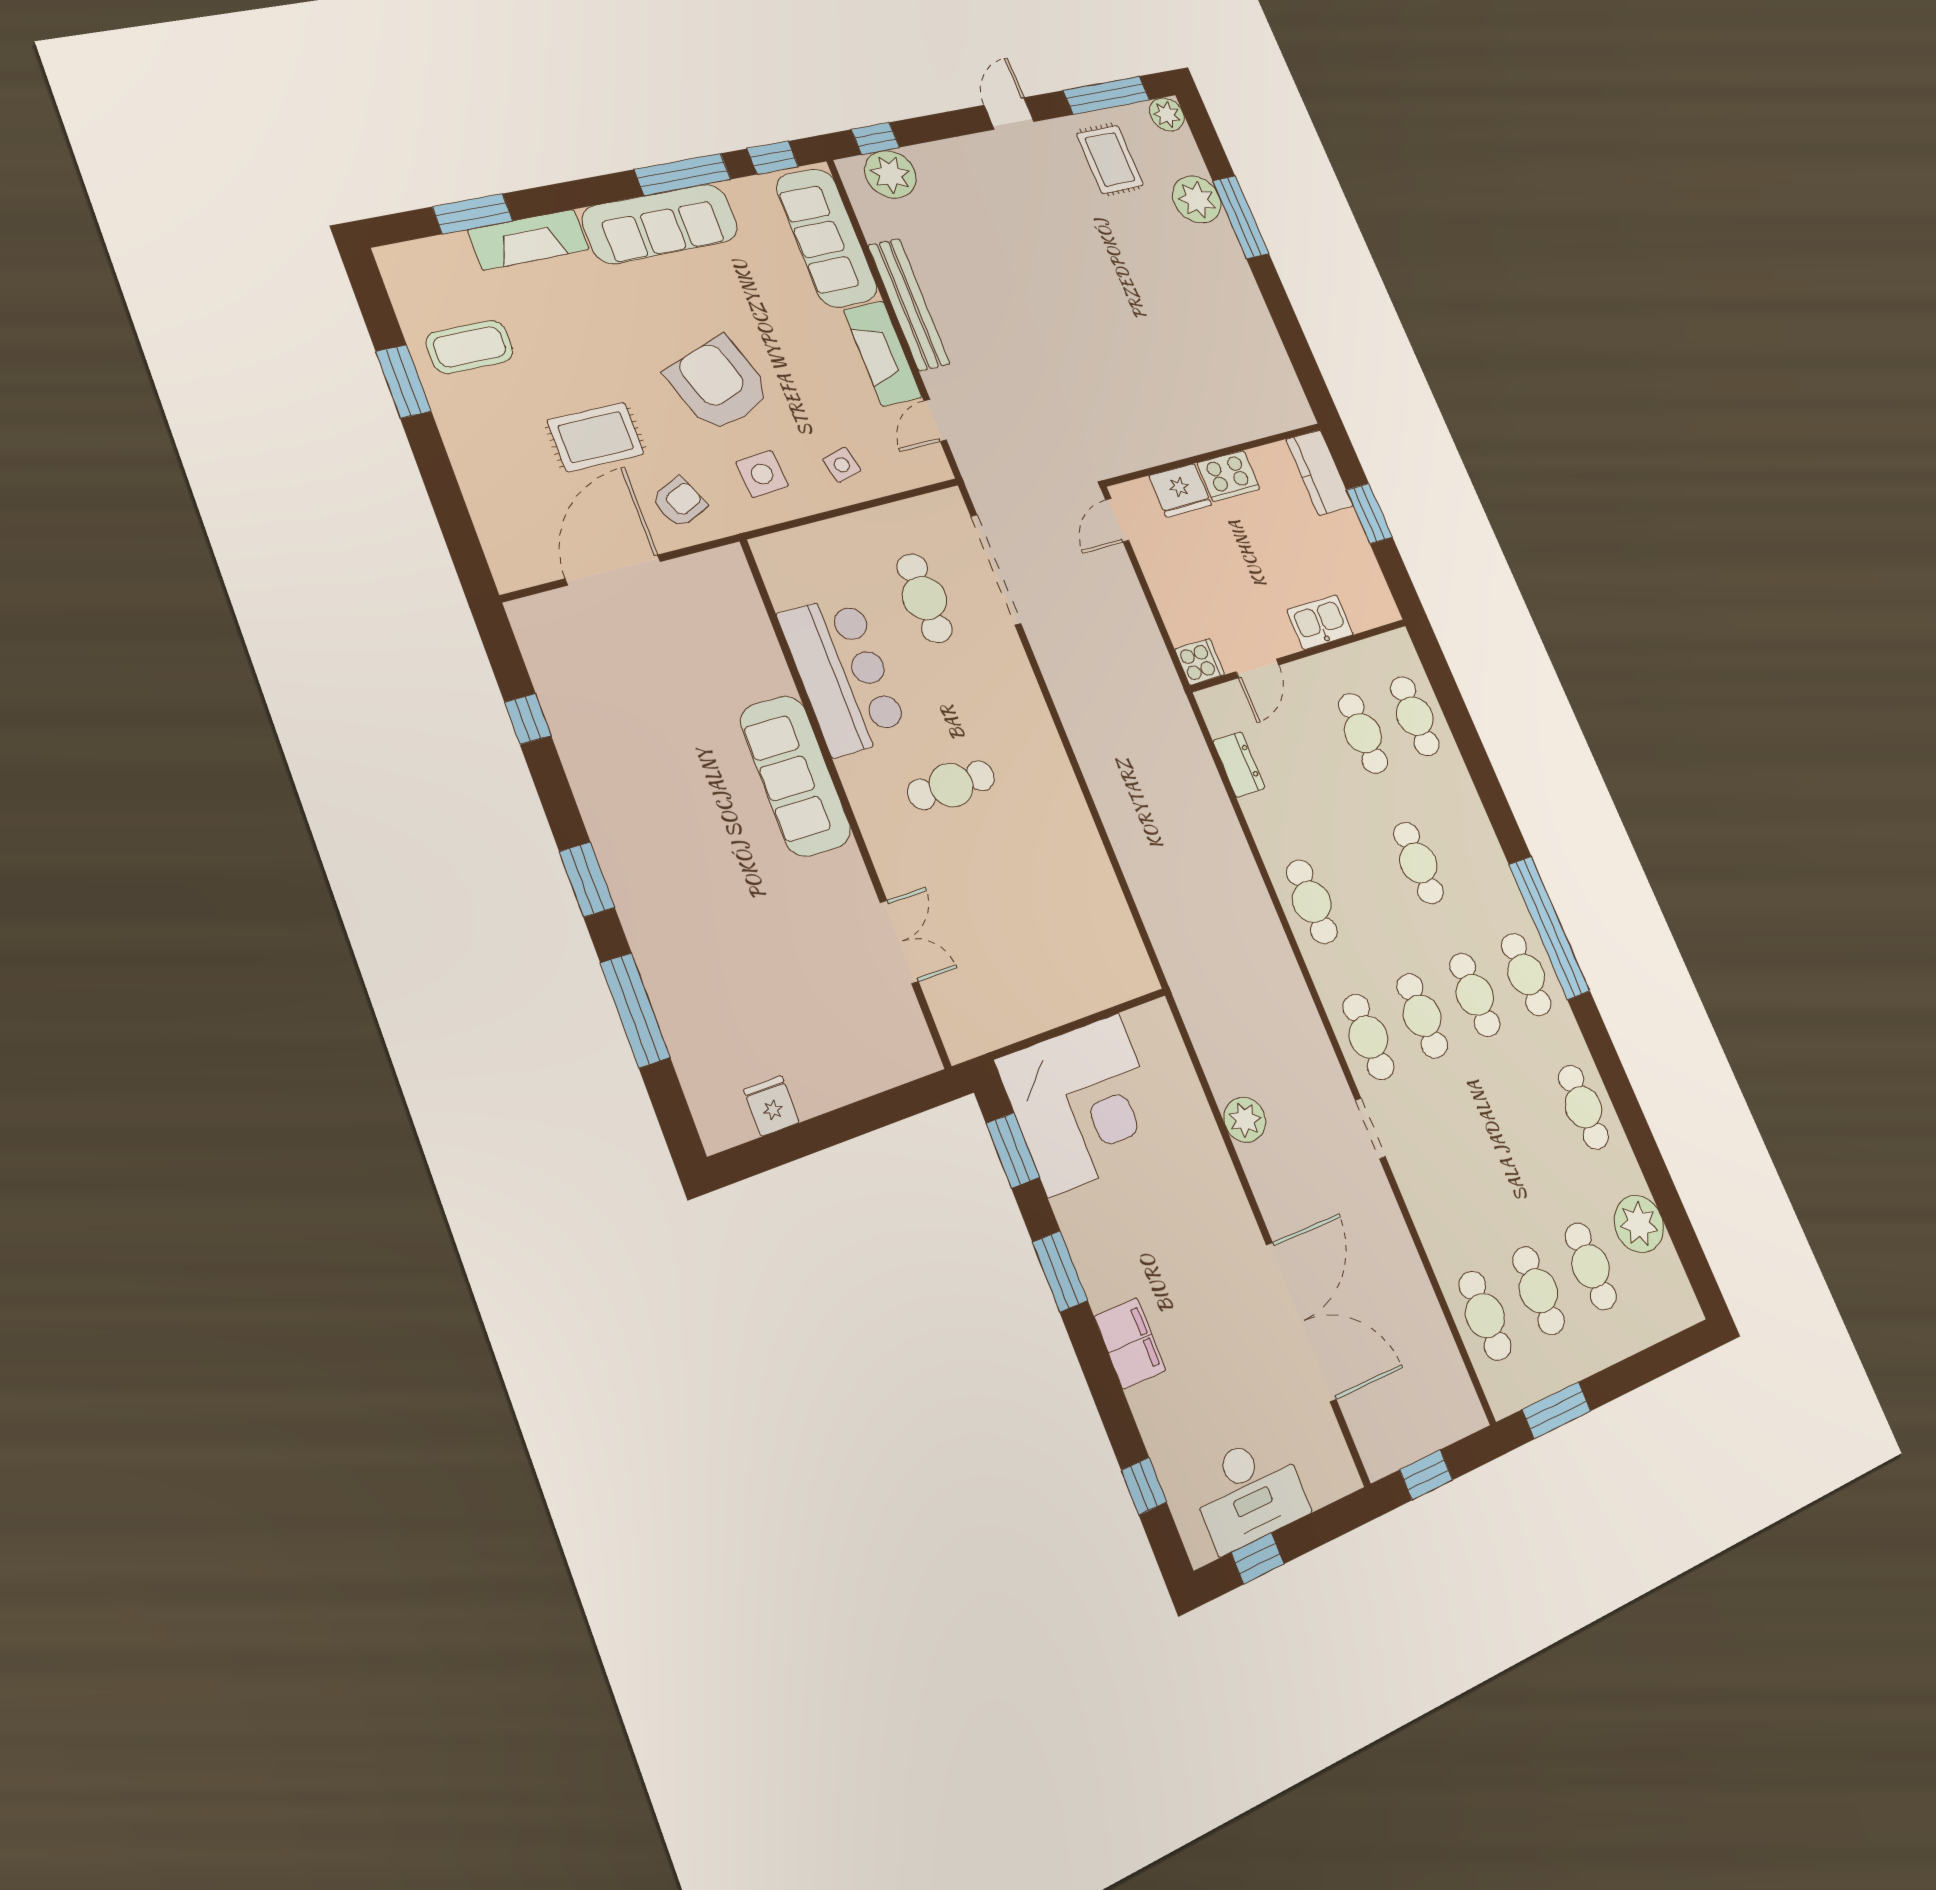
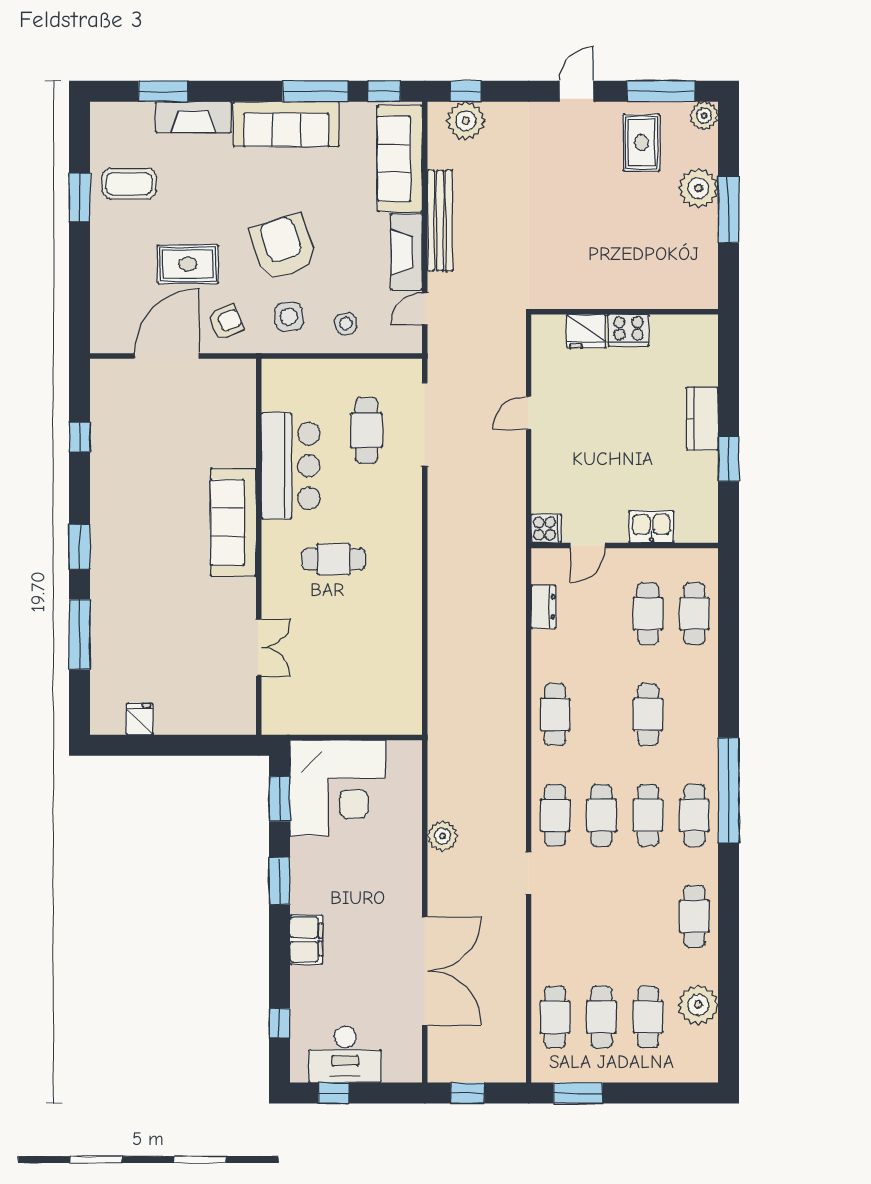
wall: (1215, 454) -> (625, 312), moved
cooker: (1229, 476) -> (628, 330), moved
fridge: (1180, 490) -> (586, 331), moved

